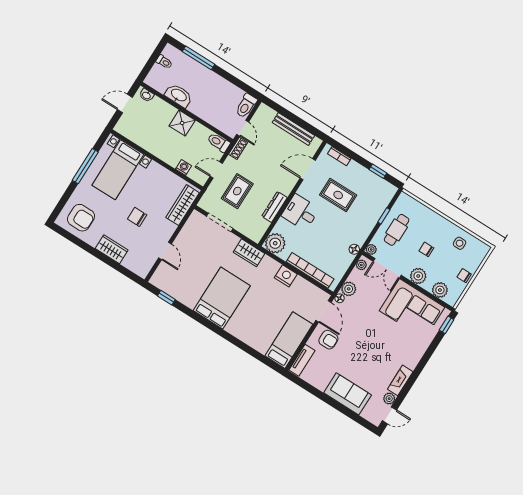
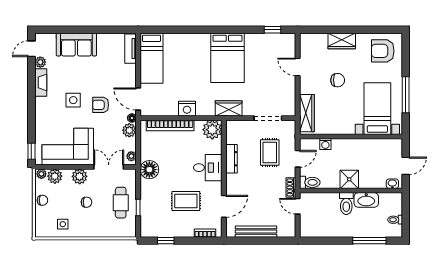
toilet: (246, 106) -> (346, 204), moved, turned 180
floor lamp: (354, 249) -> (149, 170), width x1.89, depth x1.89
plant: (371, 249) -> (41, 174), moved
armchair: (328, 340) -> (101, 105), moved
side table: (381, 347) -> (73, 100), added

